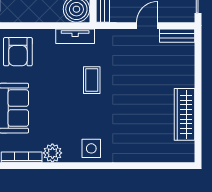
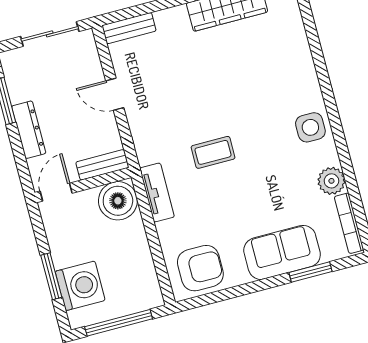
bench: (177, 36) -> (129, 28), moved, turned 90

